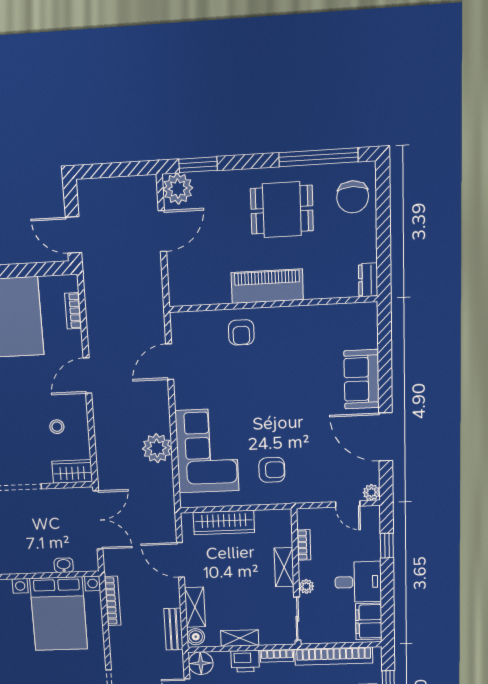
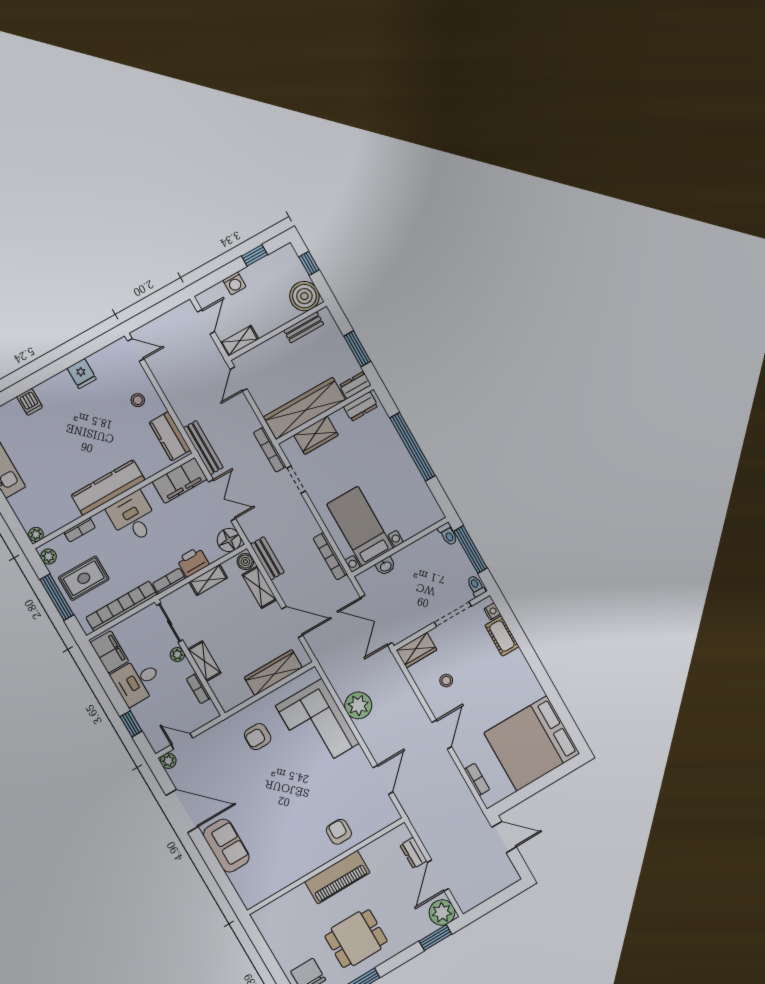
dresser: (368, 280) -> (413, 853), moved, turned 180
bed with nightstands: (59, 614) -> (360, 526), width x0.73

